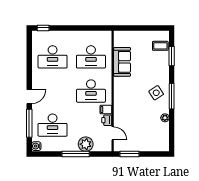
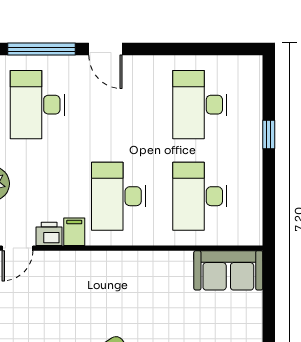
window: (43, 28) -> (269, 135), moved
sofa: (122, 62) -> (228, 270), moved

